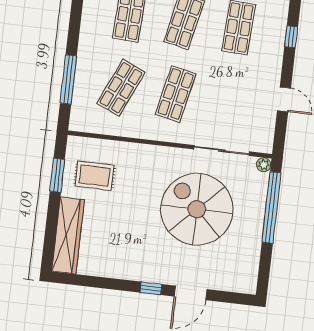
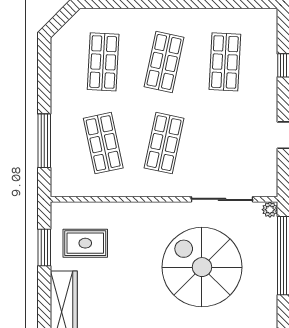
shop shelf: (121, 88) -> (103, 143), turned -36

